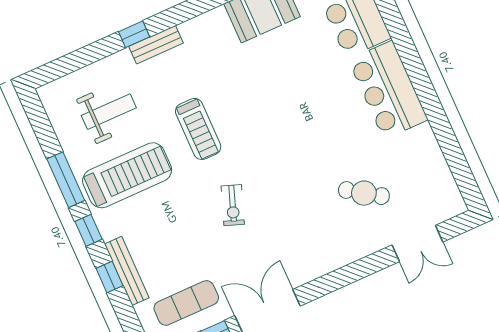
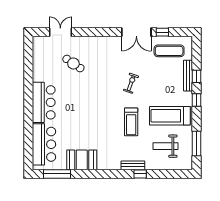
treadmill: (198, 129) -> (131, 122), turned 180
window: (66, 180) -> (196, 144), moved

